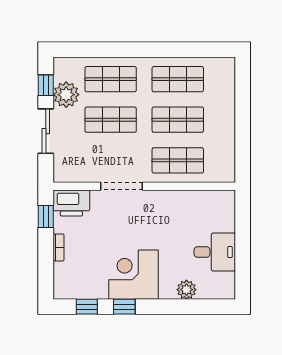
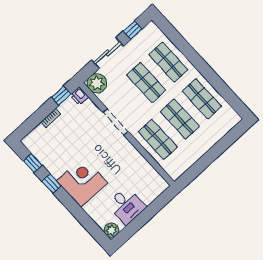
plant: (66, 95) -> (97, 83), moved
printer: (71, 203) -> (79, 96), width x0.53, depth x0.68
corner desk: (133, 275) -> (82, 182), moved
plant: (186, 290) -> (111, 230), moved

